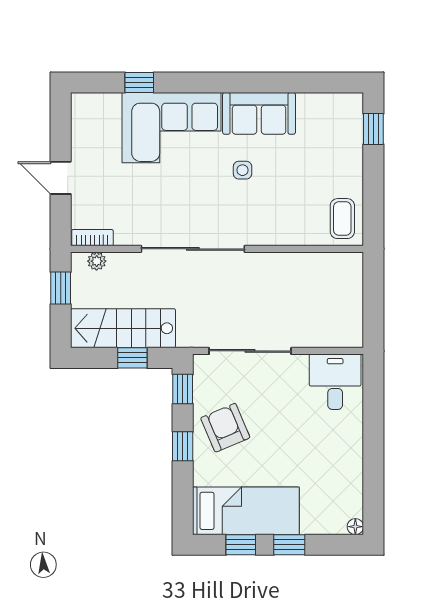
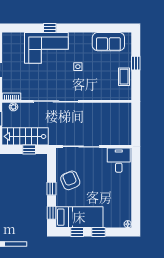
window: (139, 82) -> (50, 28), moved
sofa: (259, 113) -> (108, 42), moved
window: (373, 129) -> (136, 63), moved
coffee table: (342, 219) -> (124, 77), moved
window: (183, 389) -> (51, 213), moved

